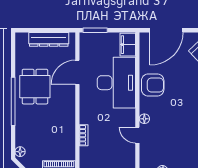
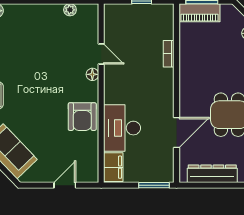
door: (166, 30) -> (65, 185), width x0.53
desk: (116, 83) -> (122, 128), width x0.73, depth x0.77
armchair: (153, 85) -> (82, 117), turned -90

